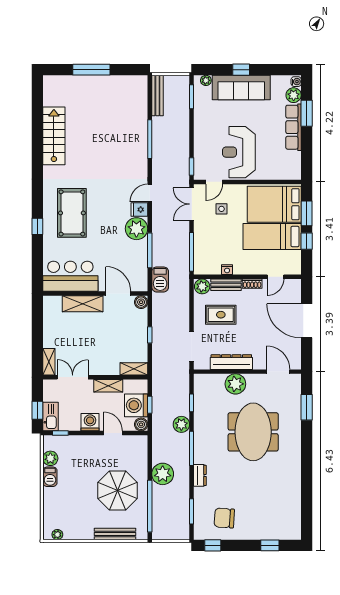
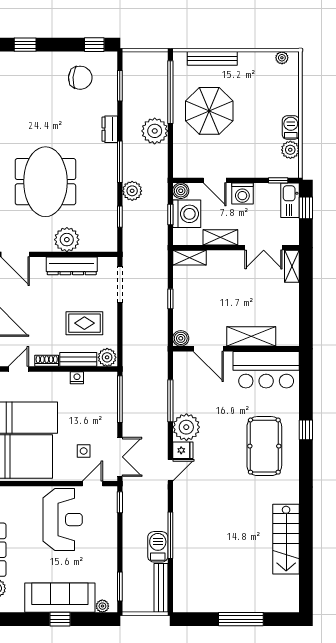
barbecue: (160, 279) -> (158, 547), moved

